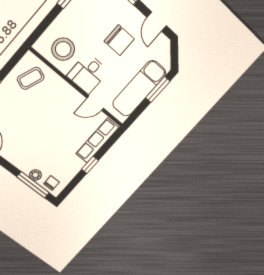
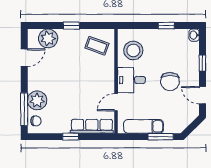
door: (157, 22) -> (202, 95), hinge flipped
exam couch: (139, 88) -> (144, 126), width x0.73, depth x0.69
door: (95, 103) -> (116, 102), hinge flipped
plant: (35, 175) -> (37, 100), width x1.88, depth x1.88

